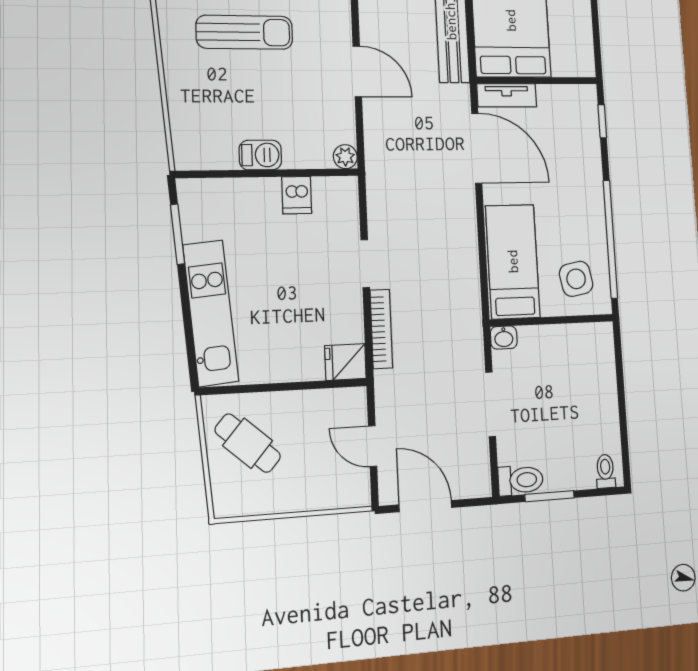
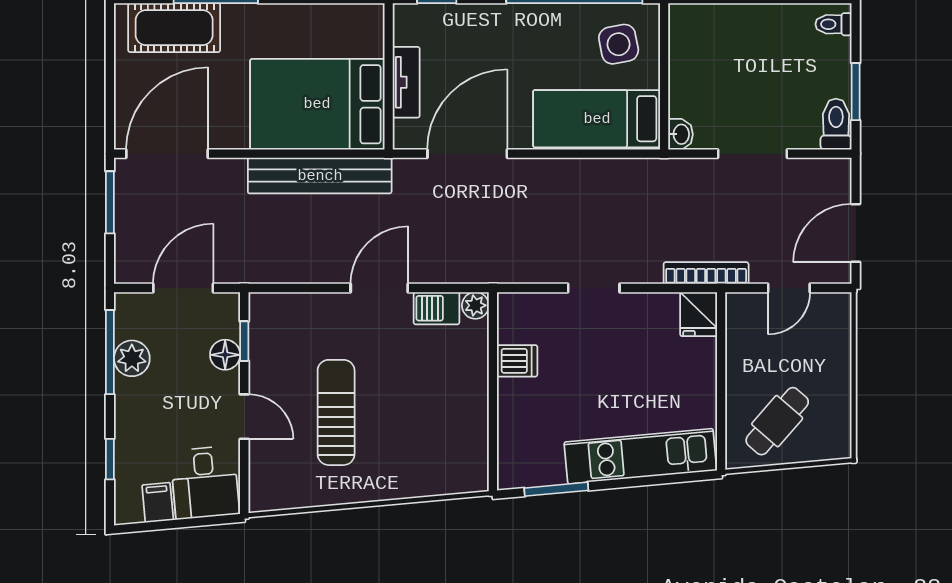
tv unit: (507, 95) -> (406, 82), moved
barbecue: (260, 155) -> (436, 308), moved, turned -90
bookcase: (381, 329) -> (706, 273), moved

